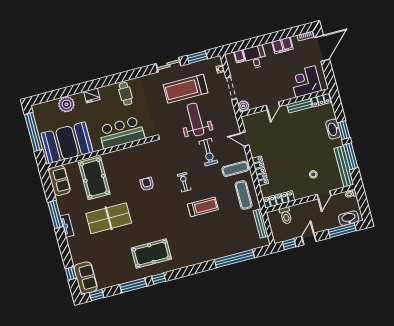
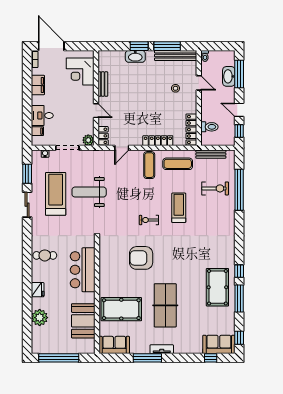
treadmill: (186, 89) -> (56, 194), turned 180
locker: (321, 100) -> (103, 136), moved
booth: (67, 143) -> (83, 321), width x0.73, depth x0.70
exercise bike: (208, 152) -> (215, 188), moved
armchair: (147, 184) -> (141, 258), width x1.88, depth x1.88
washbasin: (349, 218) -> (229, 76), moved
pool table: (151, 254) -> (217, 287), moved

